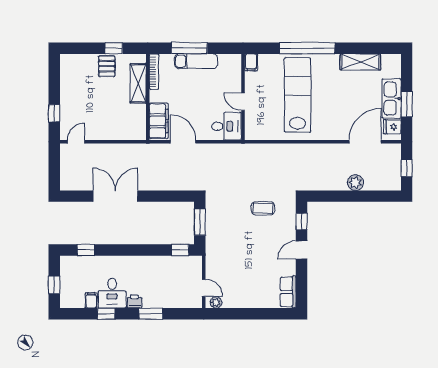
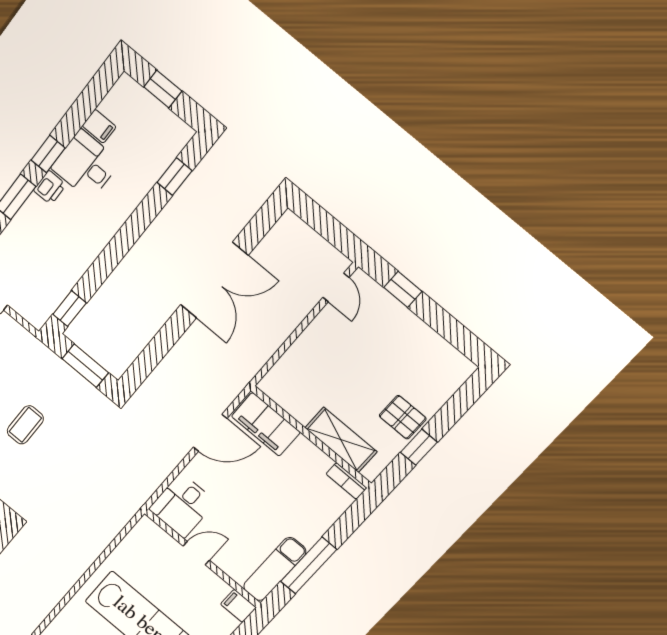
window: (189, 48) -> (309, 565), moved
exam couch: (196, 61) -> (275, 569), moved
bookcase: (154, 72) -> (346, 481), width x0.64
coffee table: (263, 208) -> (25, 425), moved
window: (106, 314) -> (48, 154), moved

